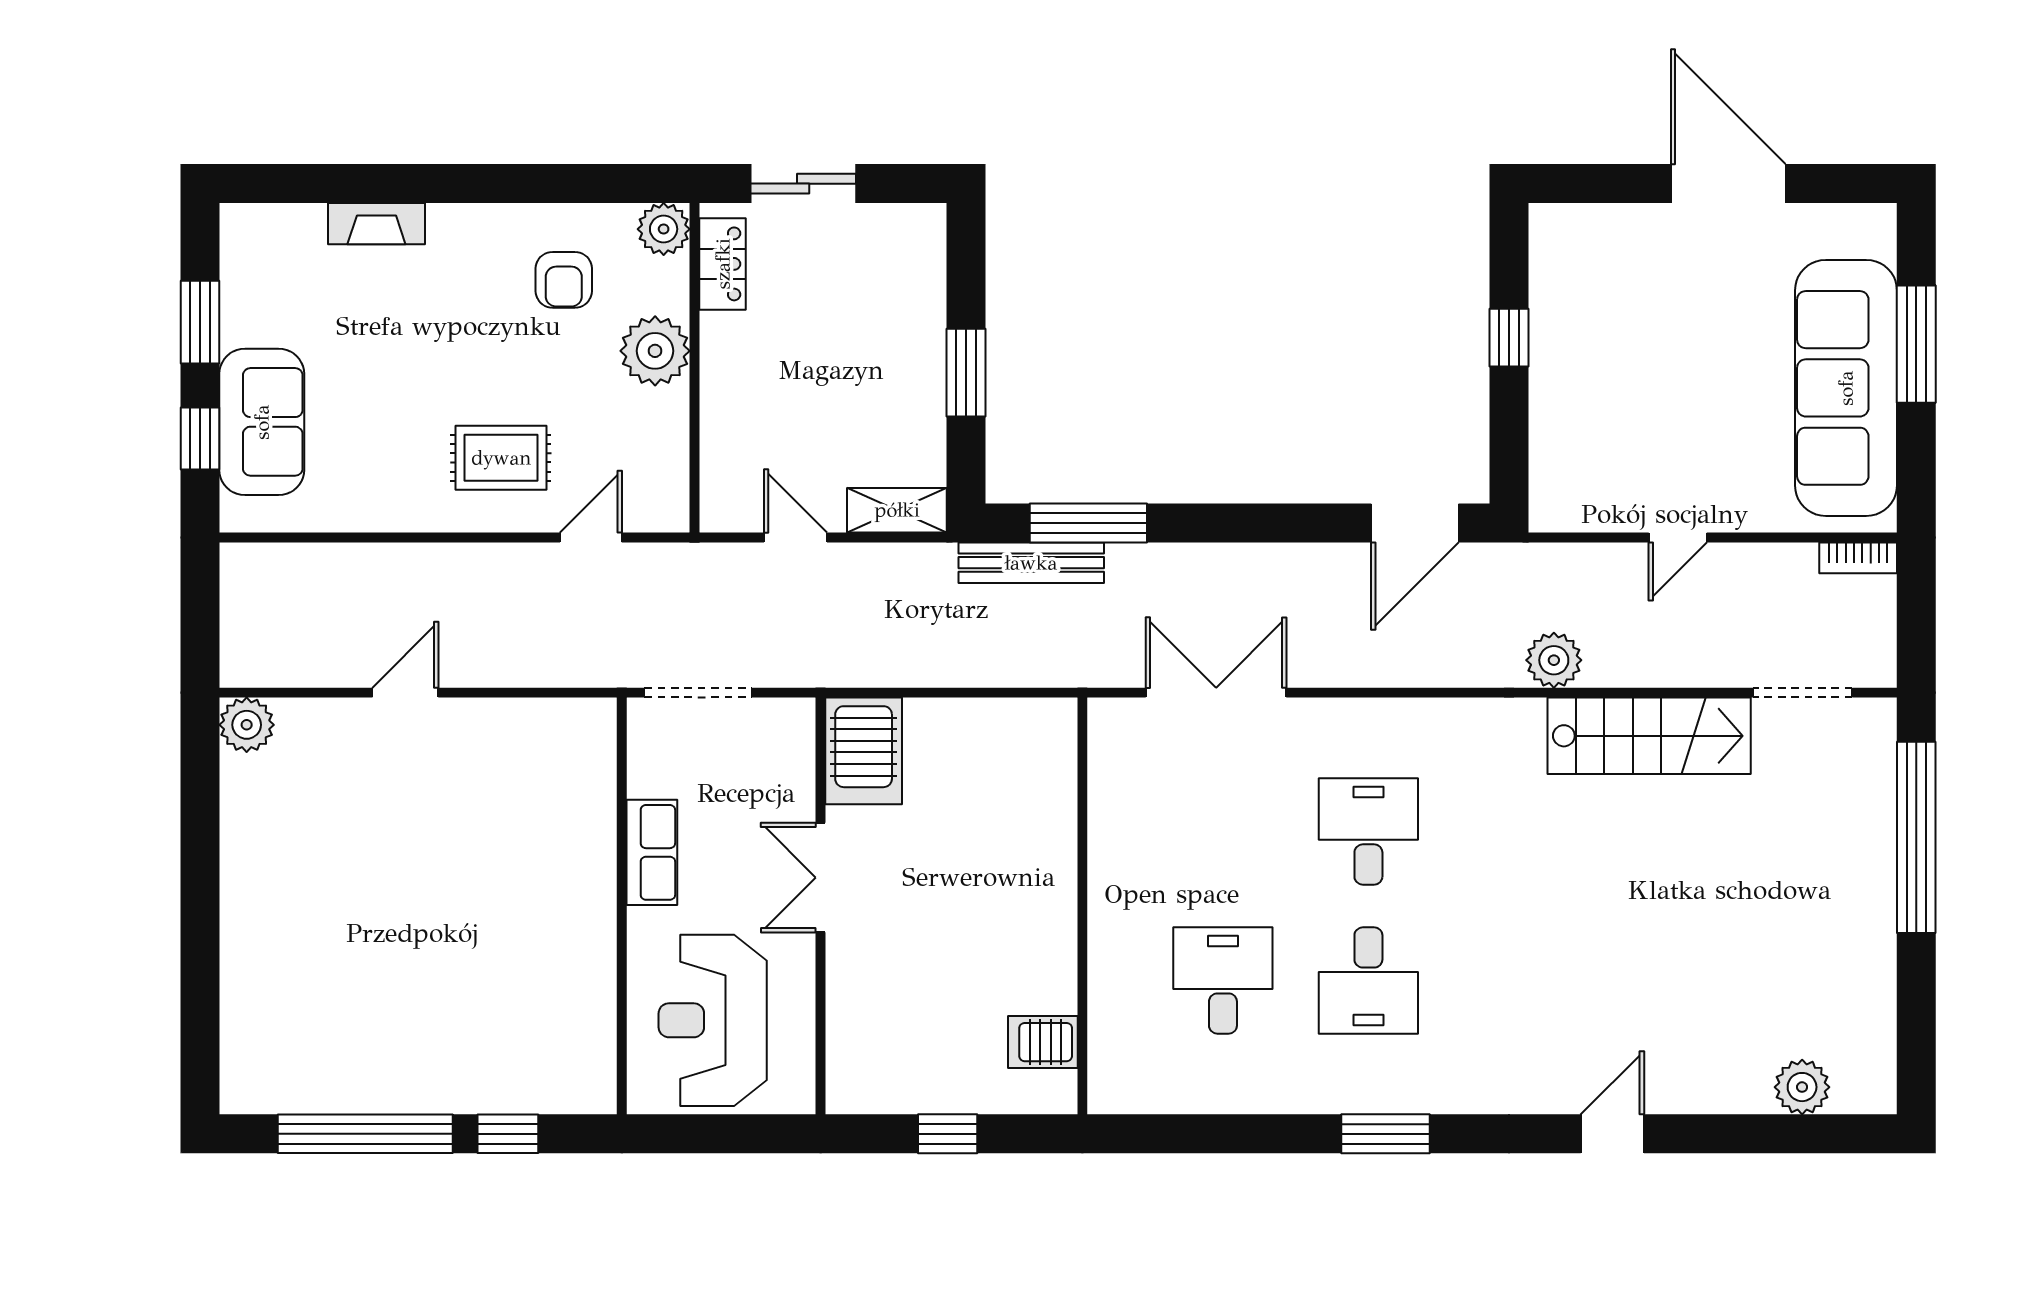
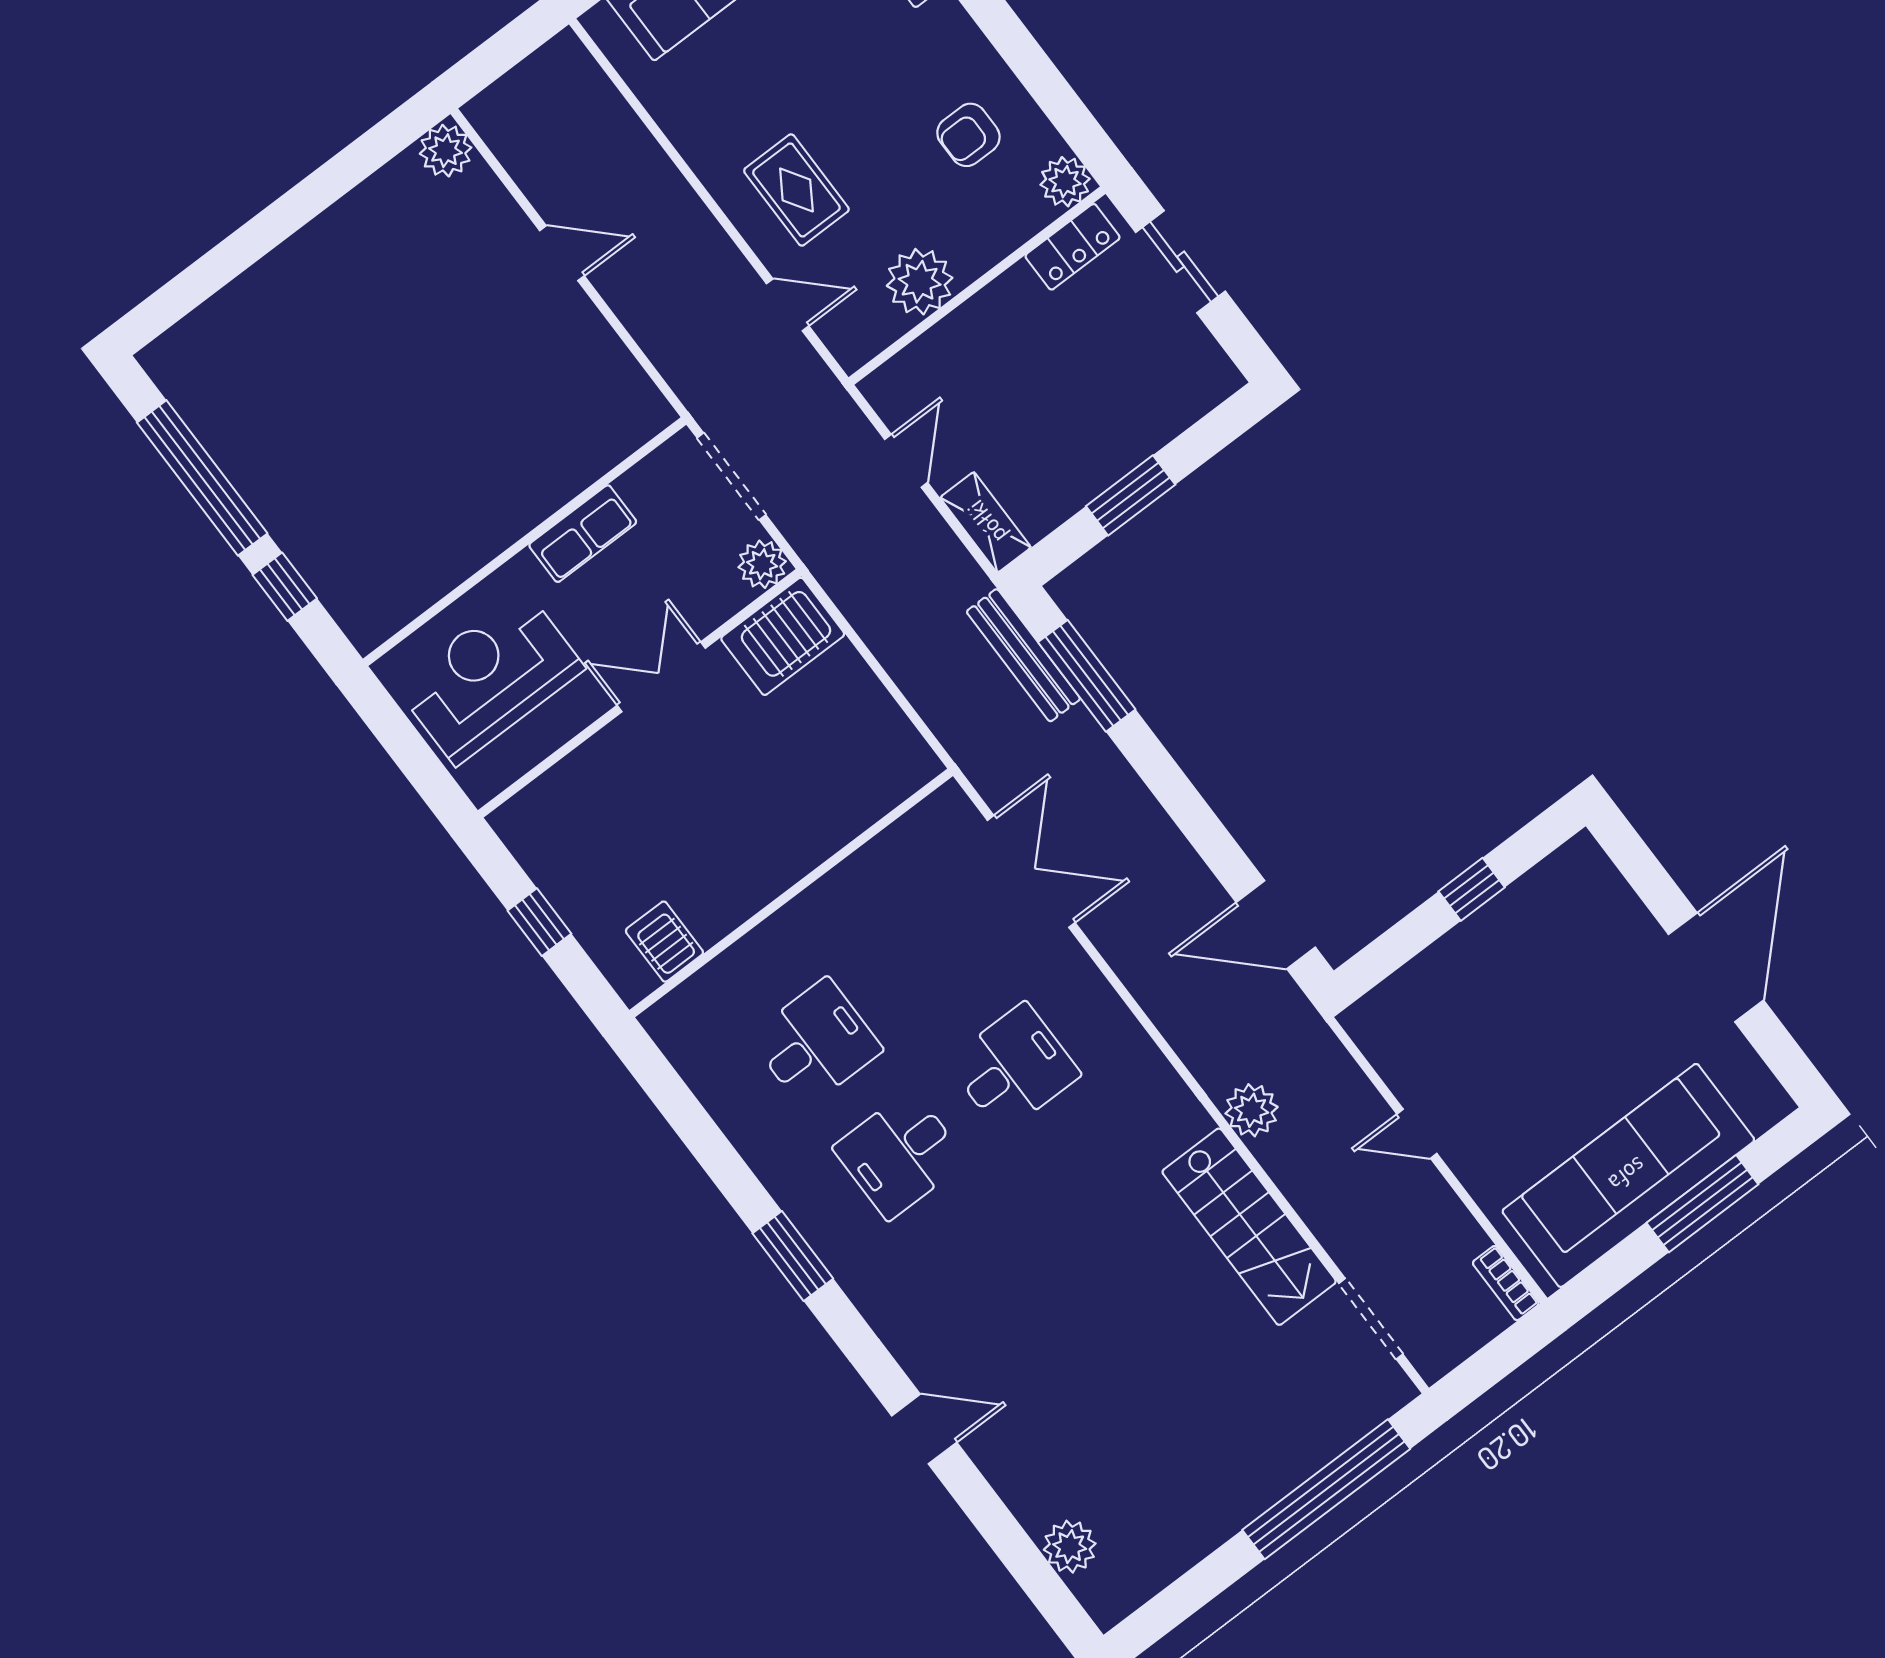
plant: (655, 351) -> (920, 282), moved
plant: (791, 723) -> (762, 564), added

